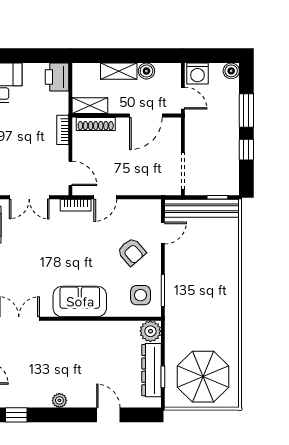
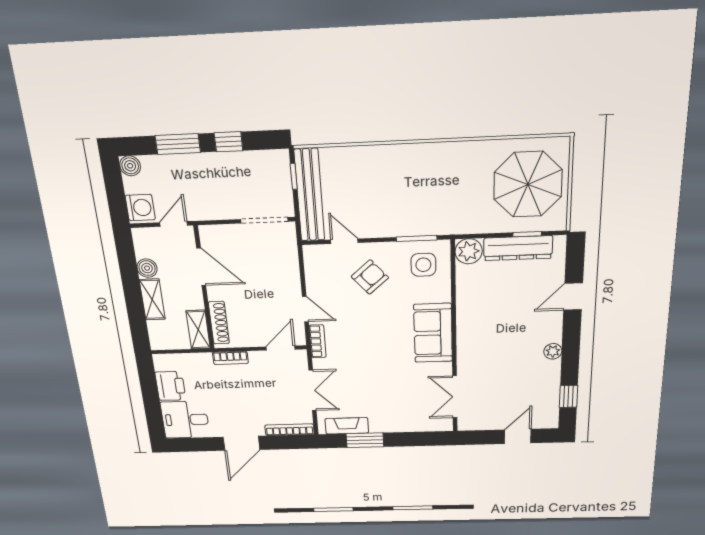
printer: (57, 77) -> (170, 386), moved, turned -90

